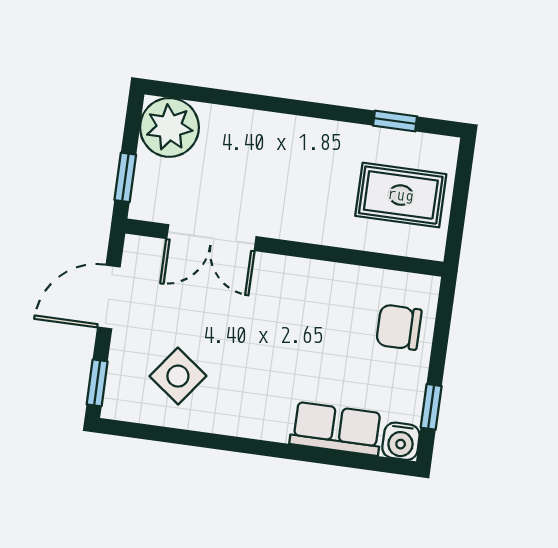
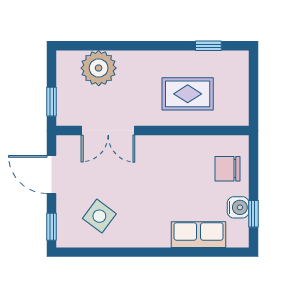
plant: (169, 127) -> (99, 68), moved
rug: (401, 195) -> (188, 94), moved
door: (109, 297) -> (52, 174), hinge flipped
water cooler: (401, 441) -> (238, 207), moved, turned -90

